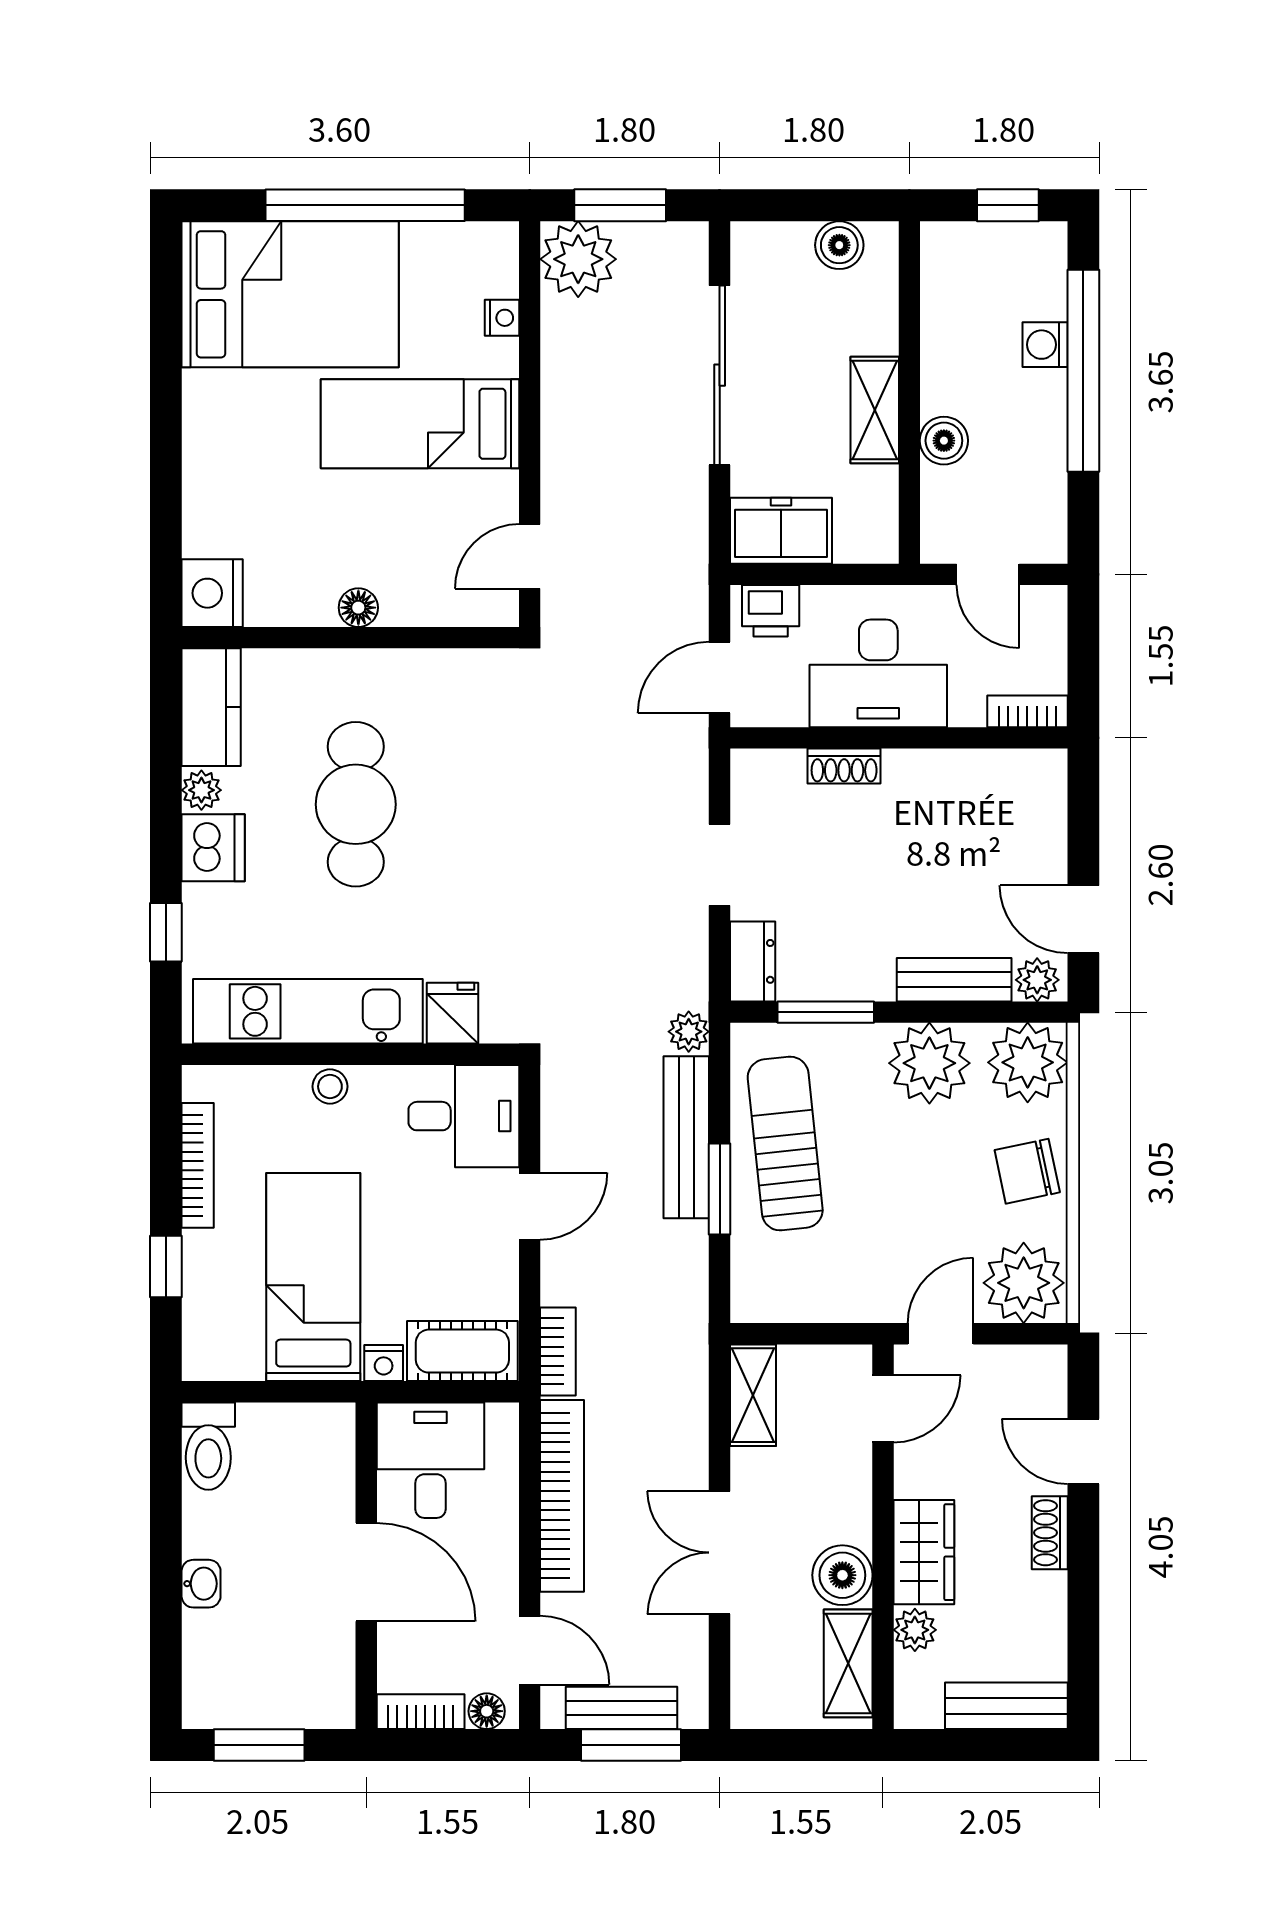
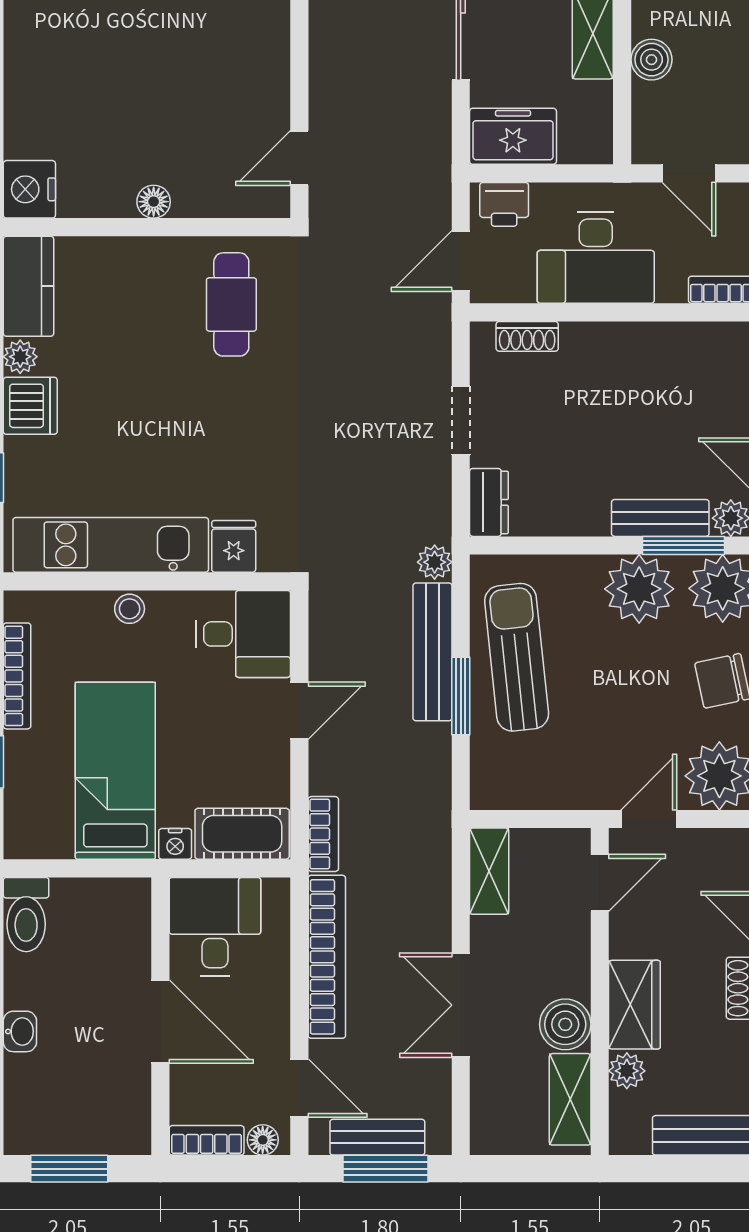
bed: (420, 424) -> (206, 45), removed
shoe rack: (844, 766) -> (527, 336), moved
cafe table: (356, 804) -> (231, 304), moved, width x0.73, depth x0.74
window: (826, 1012) -> (684, 545), moved

